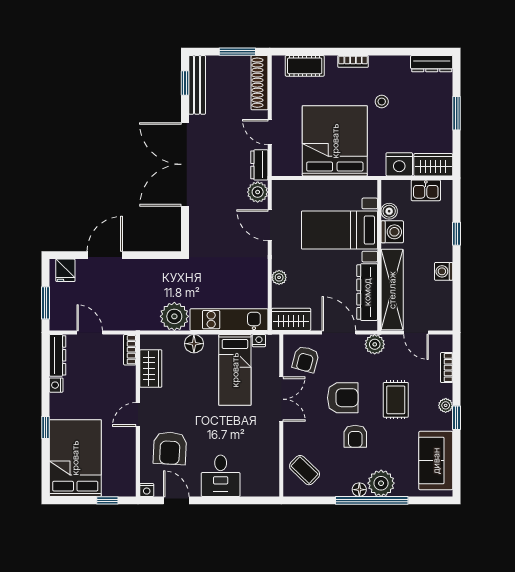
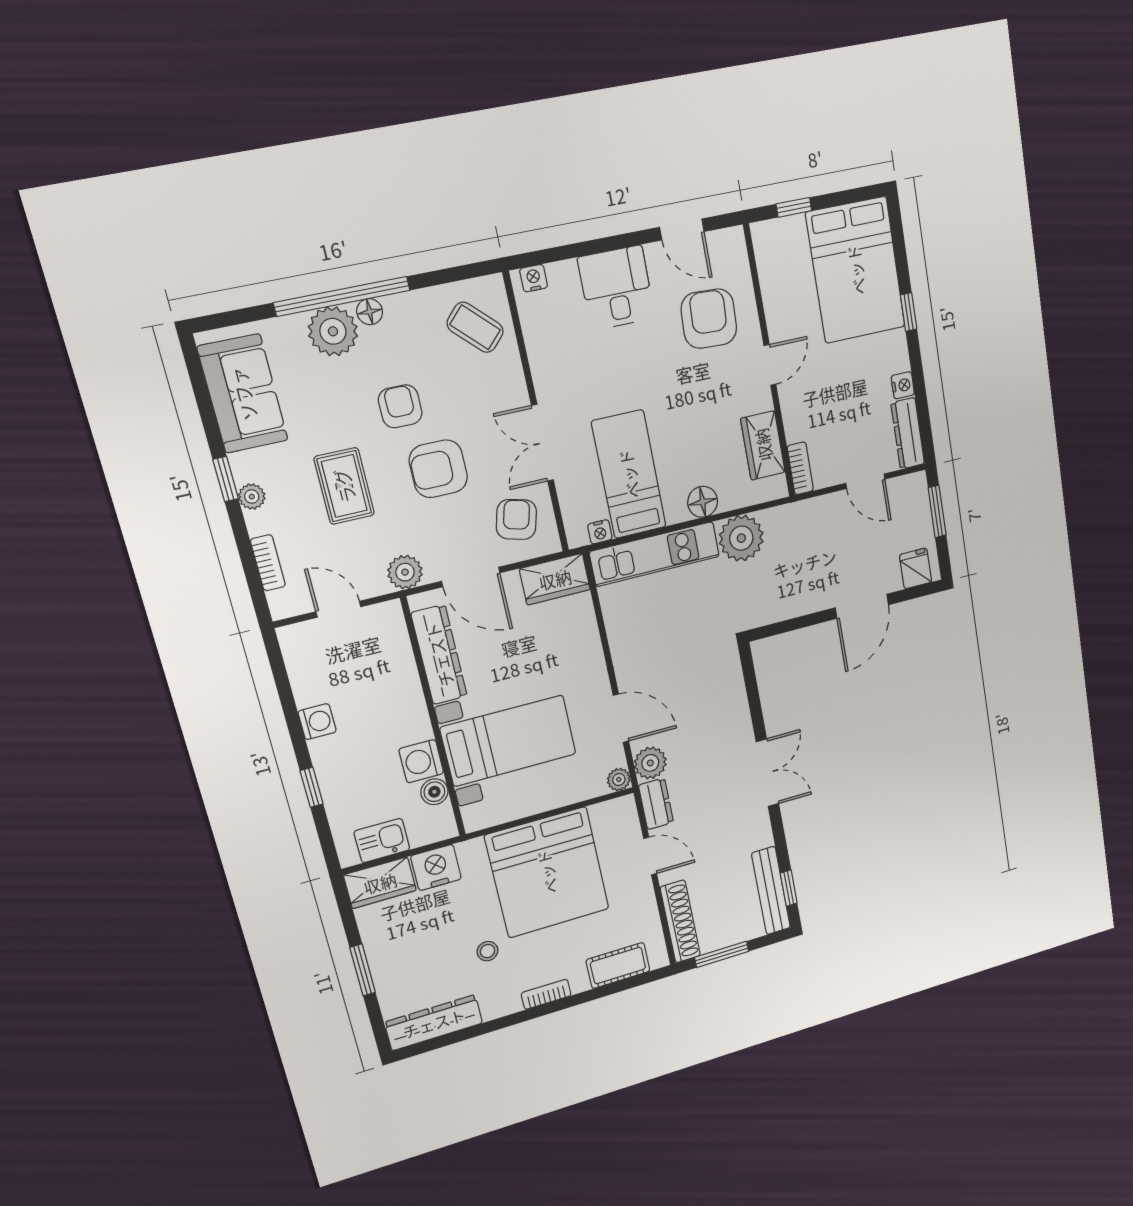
dresser: (432, 64) -> (434, 1023), width x1.37, depth x1.24
double door: (185, 164) -> (767, 773), width x0.54
plant: (279, 277) -> (619, 780), moved
shelving: (392, 290) -> (398, 670), removed
nightstand: (147, 490) -> (534, 278), moved

